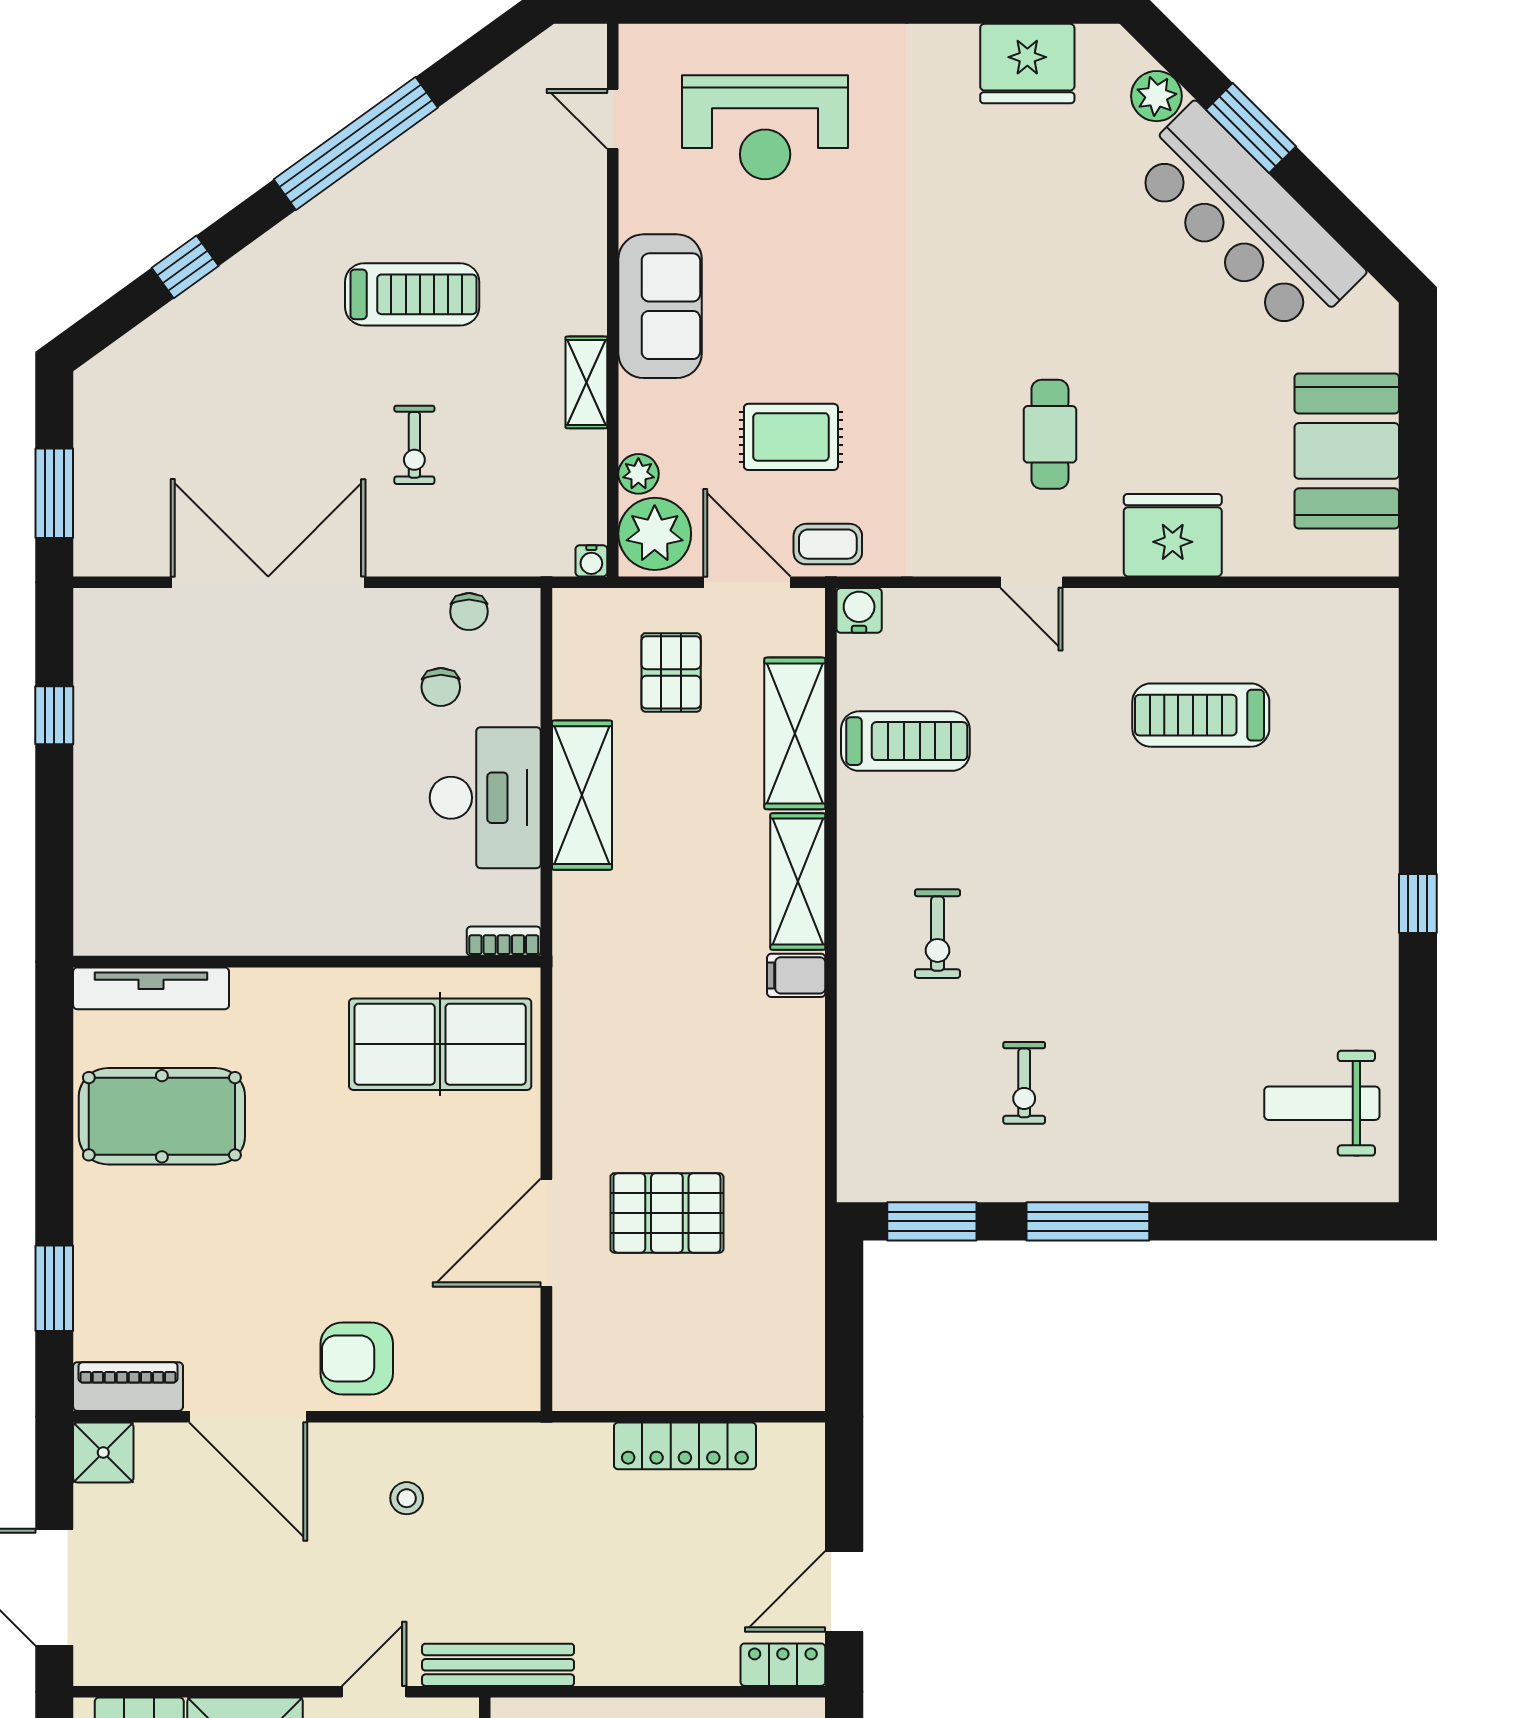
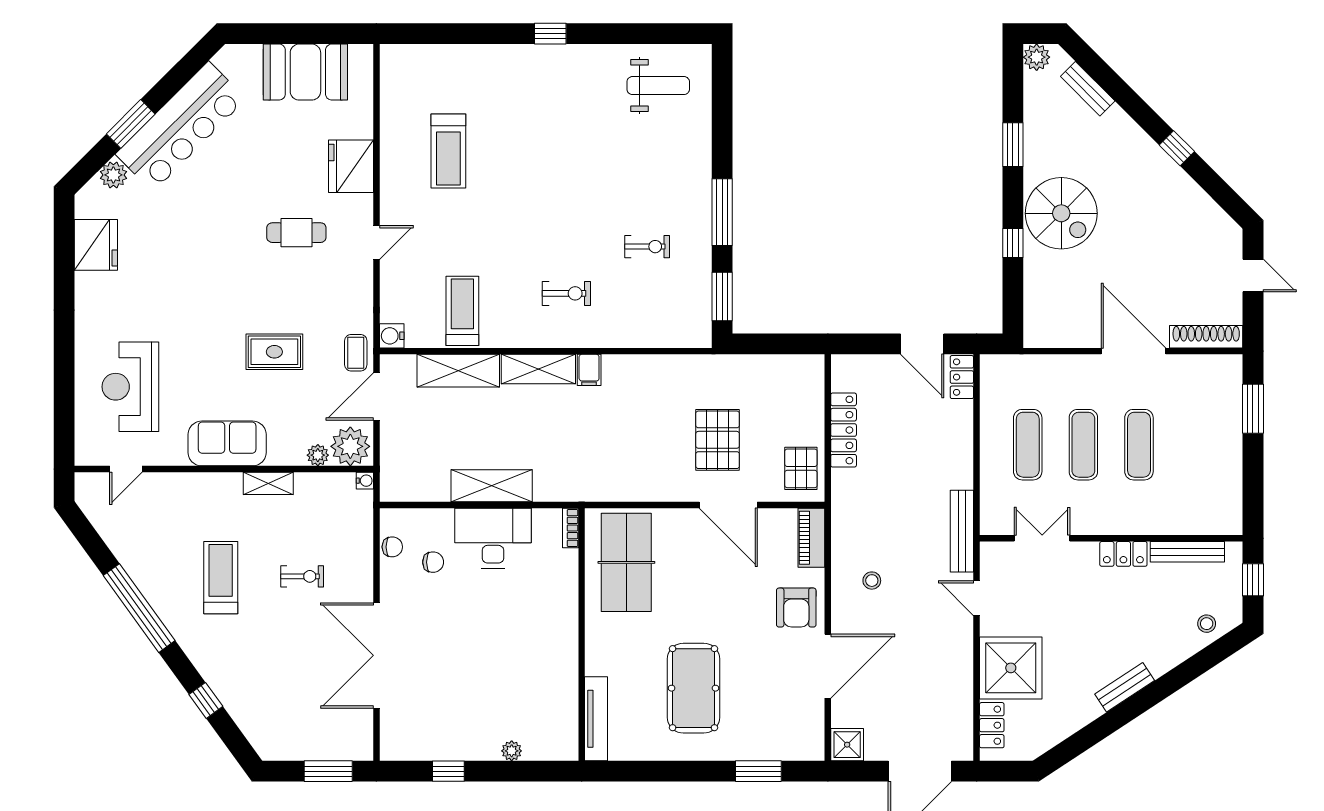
reception desk: (765, 127) -> (130, 387), turned 180
rug: (791, 437) -> (274, 352), moved, turned 90
pallet: (671, 672) -> (801, 468), moved, turned 90
plant: (92, 832) -> (512, 751), added
weight bench: (1322, 1103) -> (658, 86), turned -90
pool table: (162, 1116) -> (694, 688), moved
piano: (128, 1387) -> (811, 538), moved

